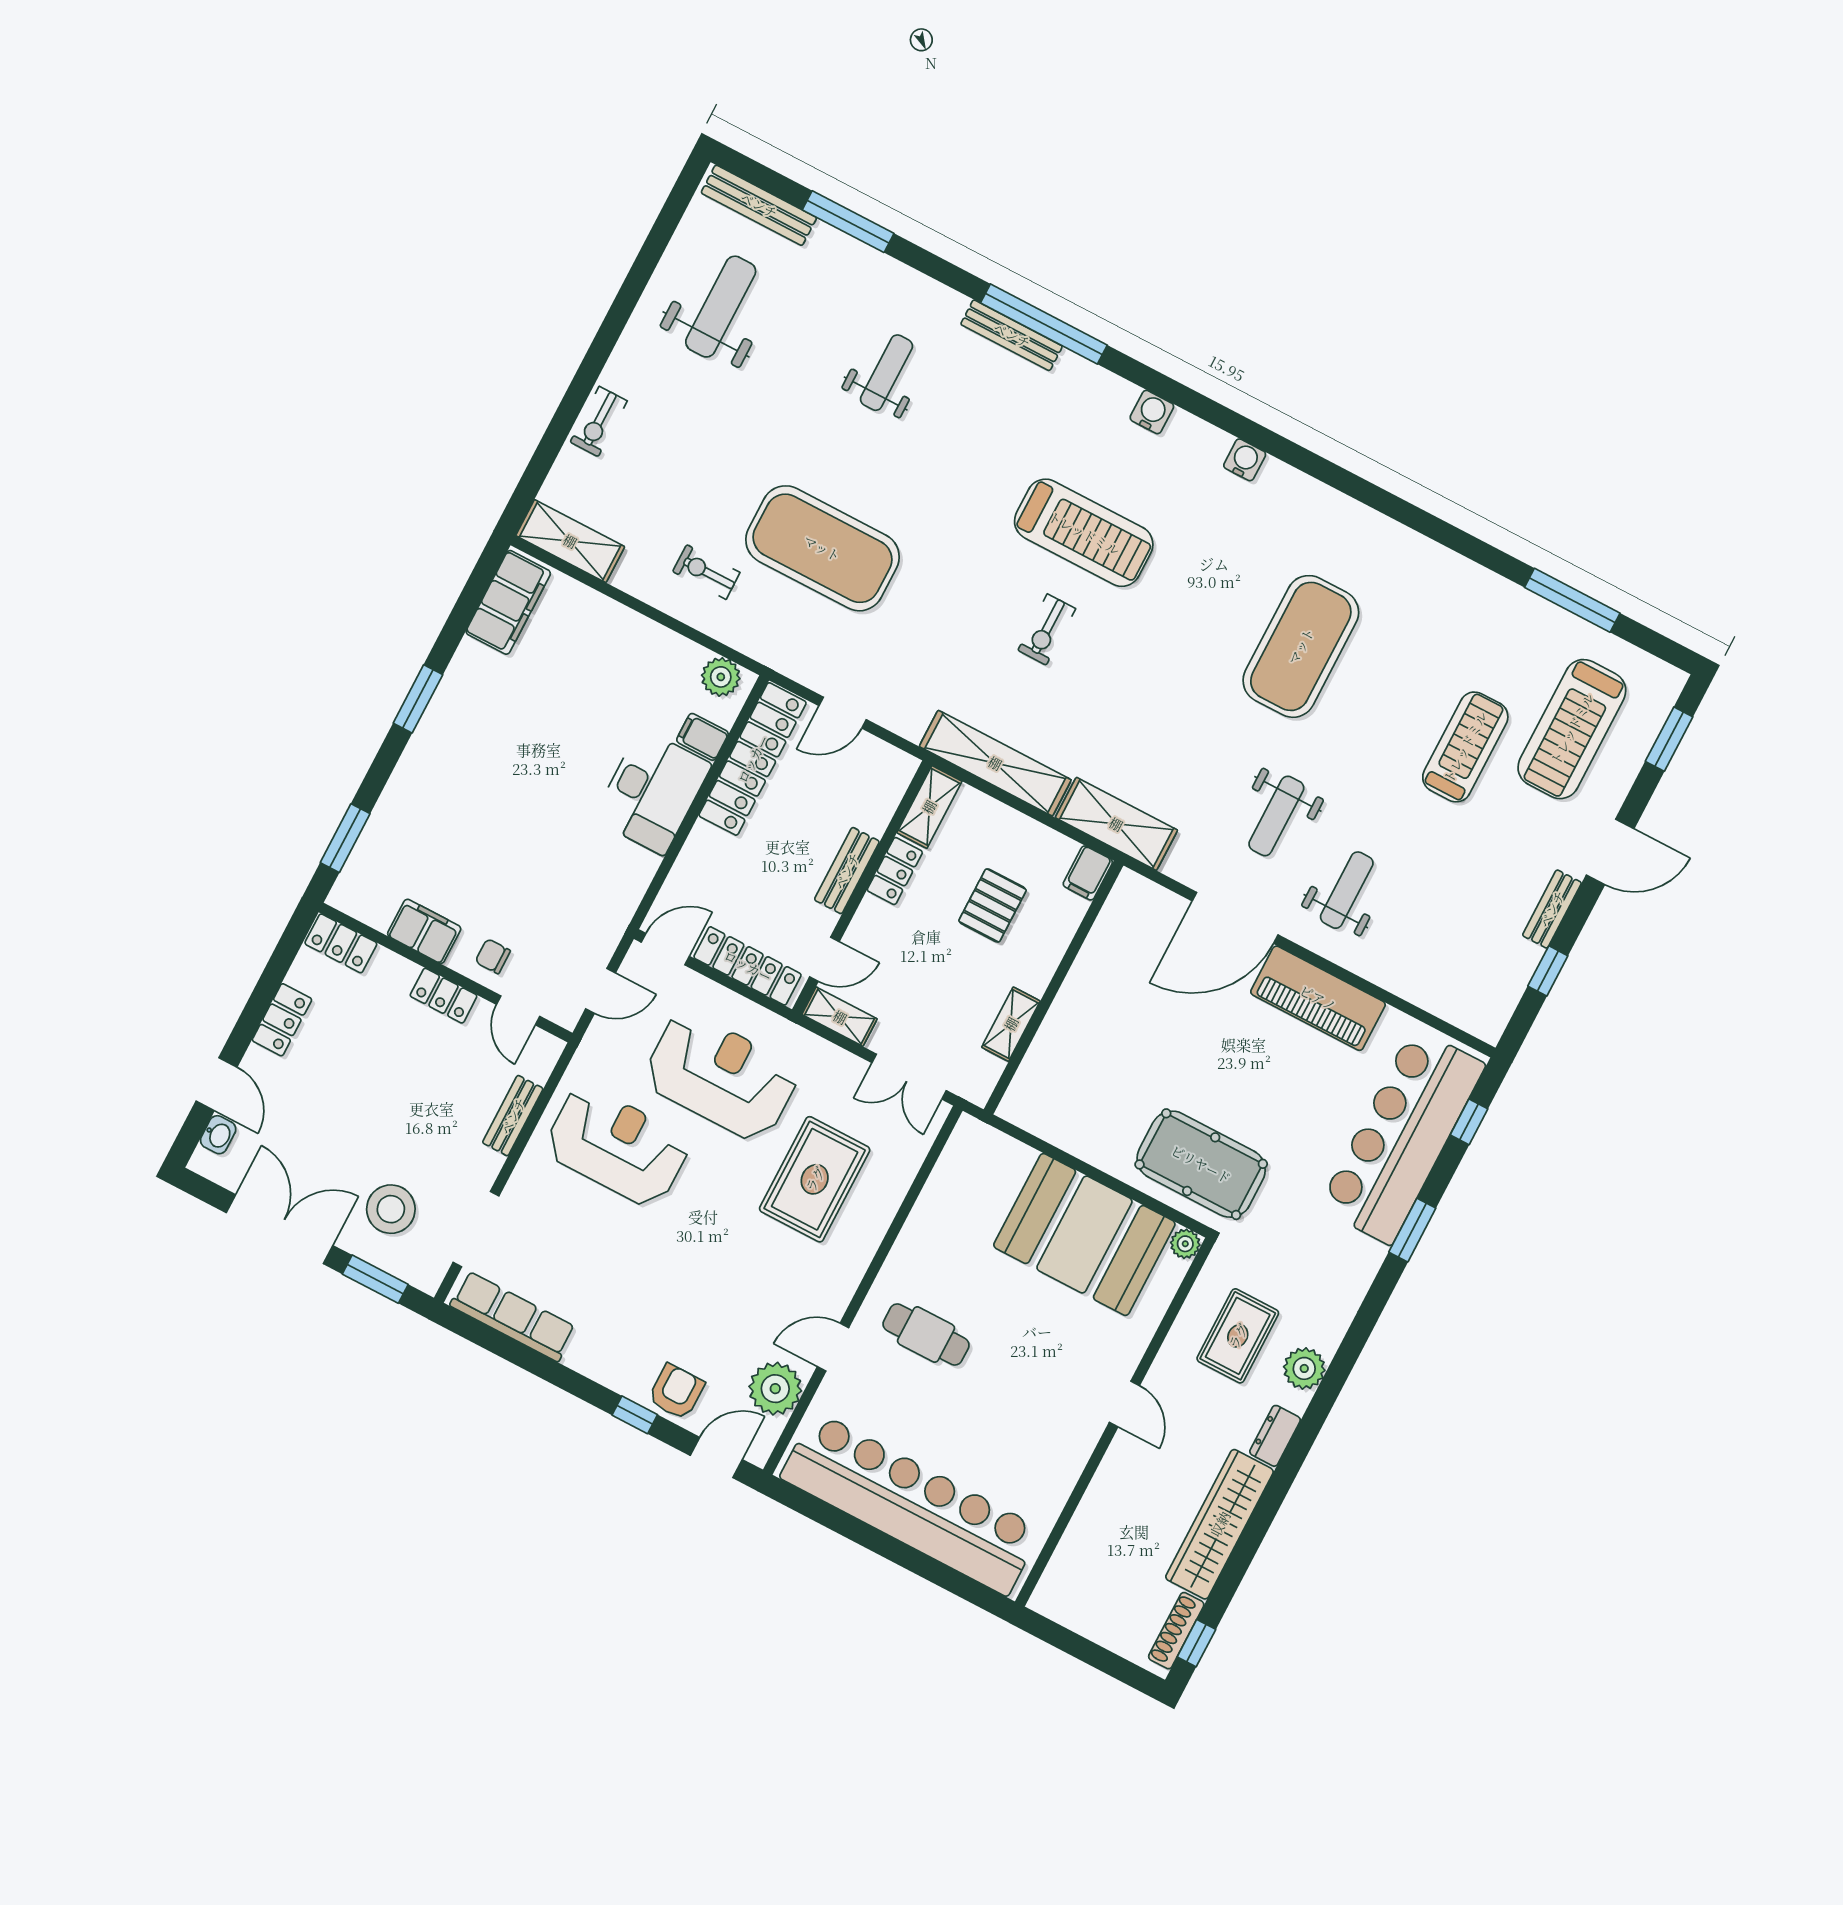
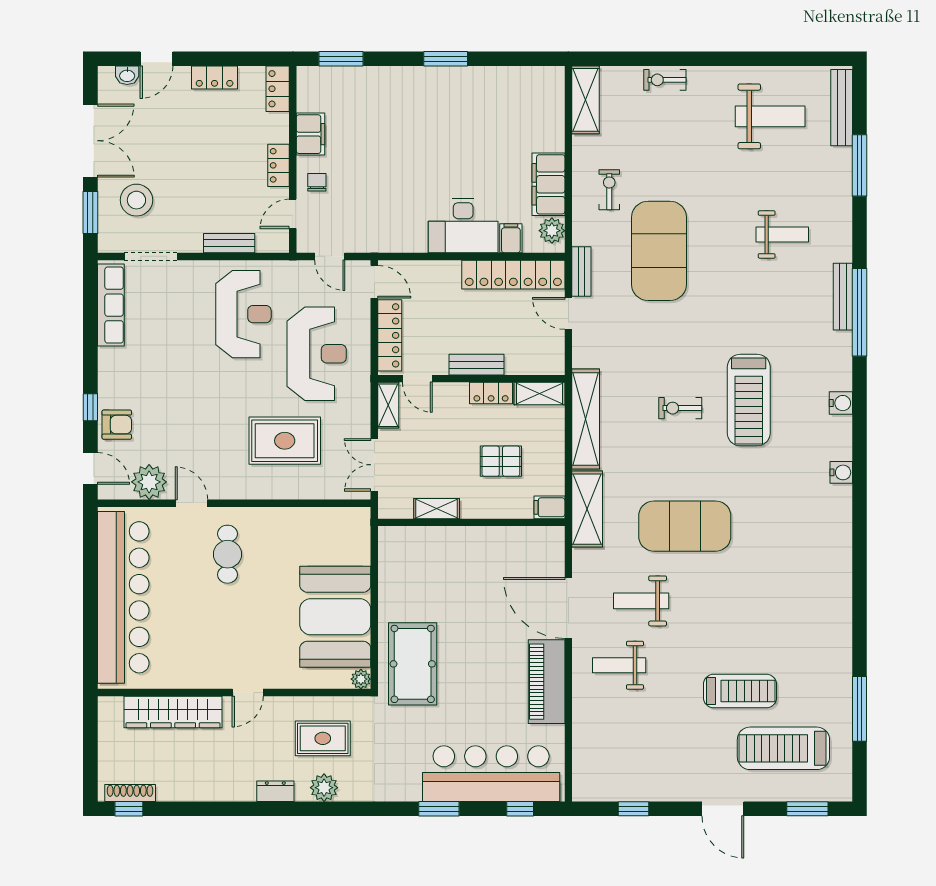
filing cabinet: (508, 602) -> (548, 184), moved, turned 90
exercise mat: (1301, 646) -> (685, 526), moved
weight bench: (1347, 890) -> (619, 665), turned 180
bench: (1552, 909) -> (581, 271), moved, turned 90
wardrobe: (1220, 1524) -> (173, 712), moved, turned 180

